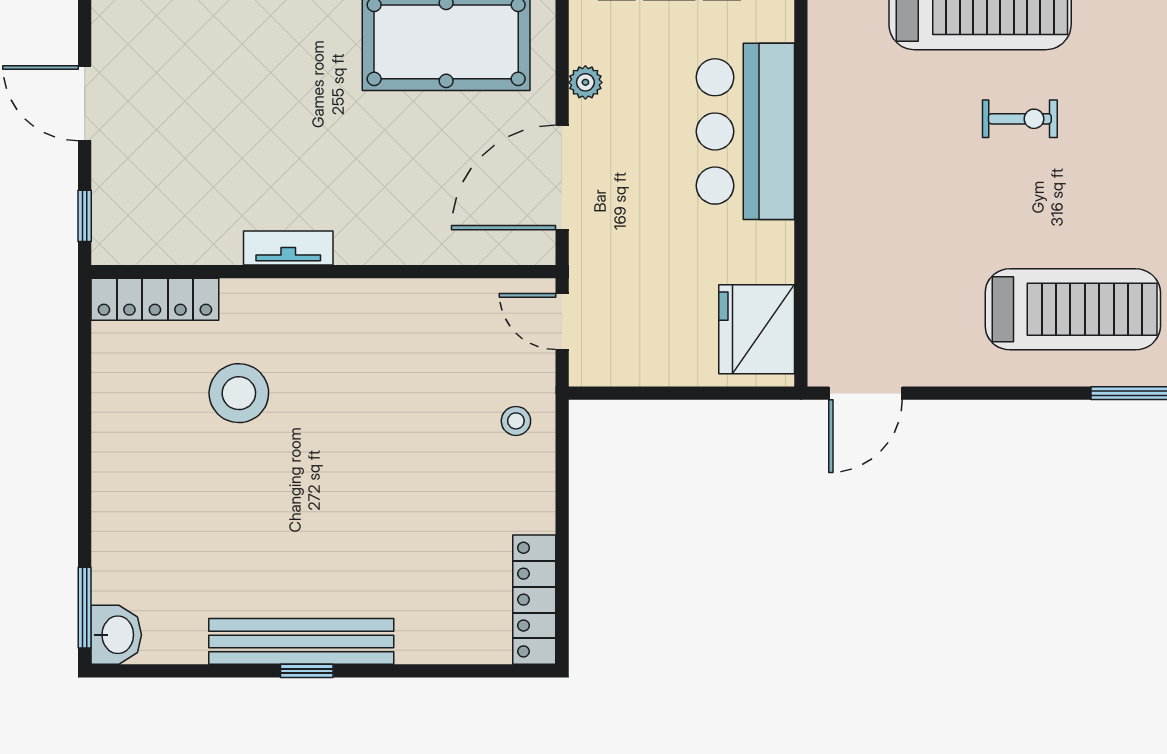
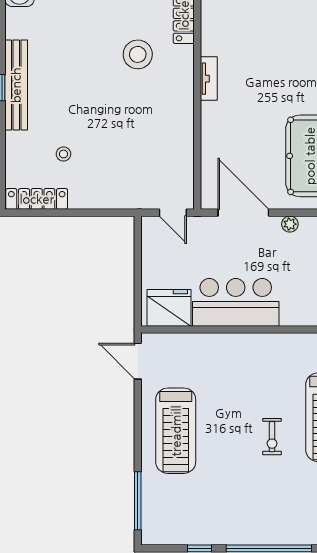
bar counter: (745, 131) -> (236, 302), moved
treadmill: (1073, 309) -> (176, 431), moved
door: (562, 321) -> (173, 213), swing flipped
stool: (516, 421) -> (63, 154), moved

